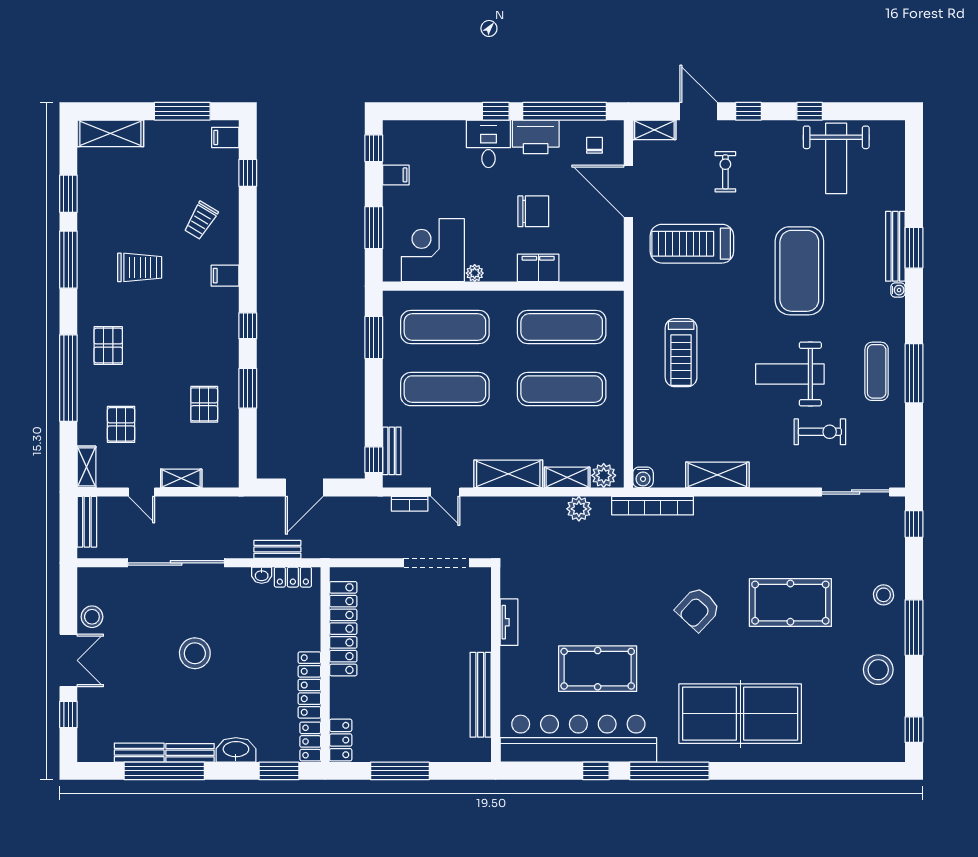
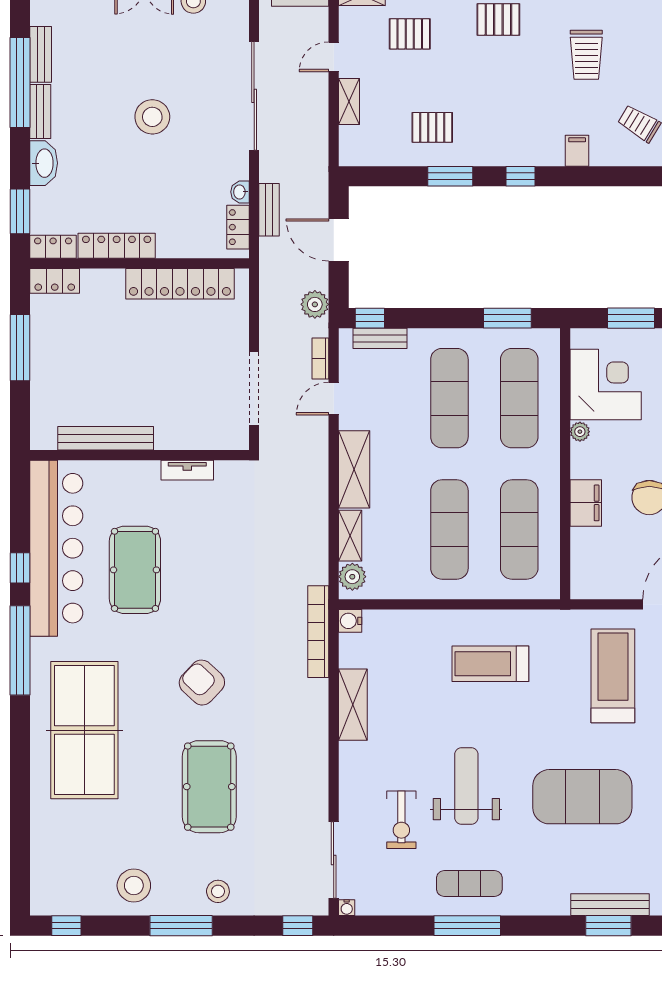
water cooler: (898, 290) -> (347, 908), moved
plant: (579, 509) -> (315, 304), moved

